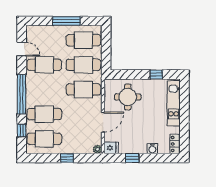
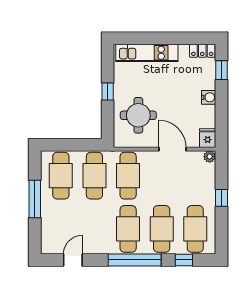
cafe table: (44, 65) -> (128, 229), moved
window: (156, 75) -> (108, 91), moved
water cooler: (152, 149) -> (209, 97), moved
window: (132, 158) -> (221, 70), moved

